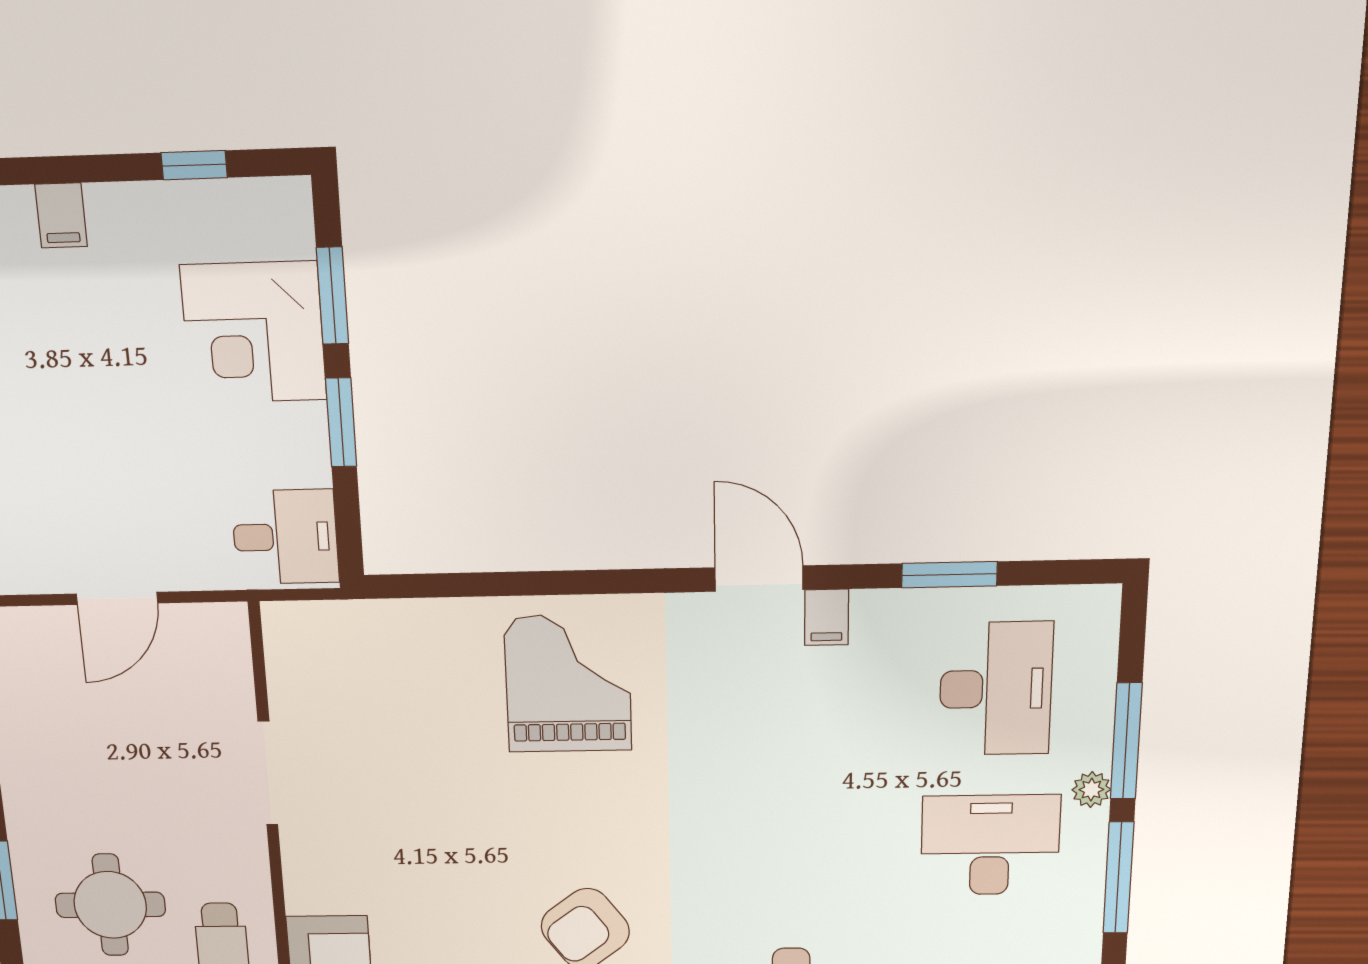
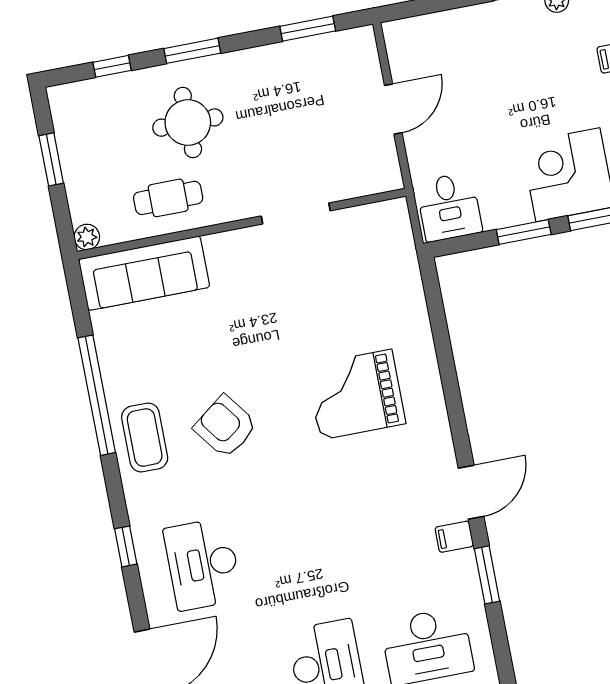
window: (949, 575) -> (487, 575), moved
door: (117, 598) -> (393, 109), swing flipped
grand piano: (568, 684) -> (356, 394), moved, turned 180

